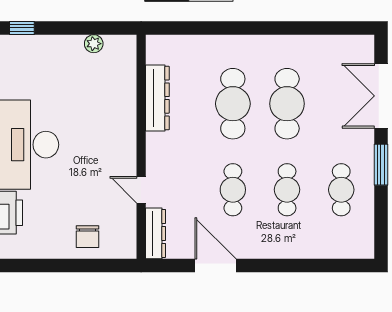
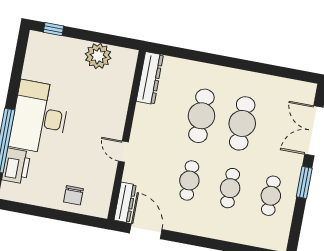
plant: (94, 44) -> (98, 56), width x1.87, depth x1.87
dresser: (157, 98) -> (150, 78), moved
door: (141, 190) -> (123, 152), moved
door: (216, 266) -> (146, 231), moved

